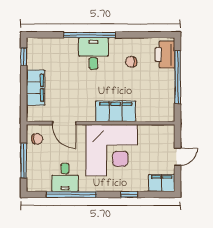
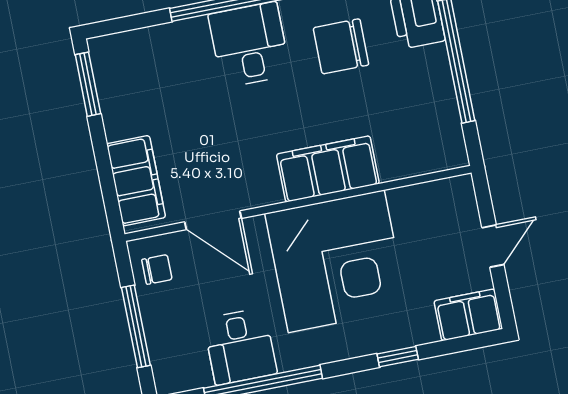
window: (24, 57) -> (88, 84), width x1.50
chair: (131, 62) -> (341, 46), width x1.87, depth x1.87
filing cabinet: (36, 88) -> (136, 181), moved

